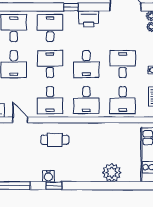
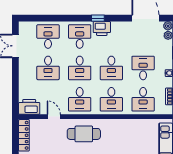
printer: (89, 19) -> (102, 28), moved
desk: (50, 64) -> (80, 68), turned 180
cafe table: (55, 140) -> (84, 134), width x1.37, depth x1.35

